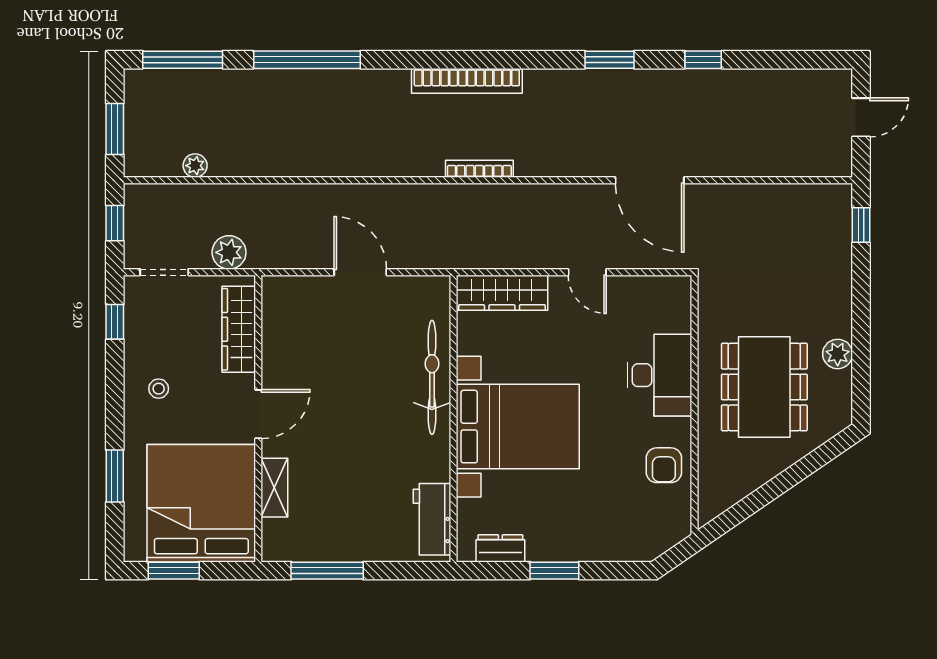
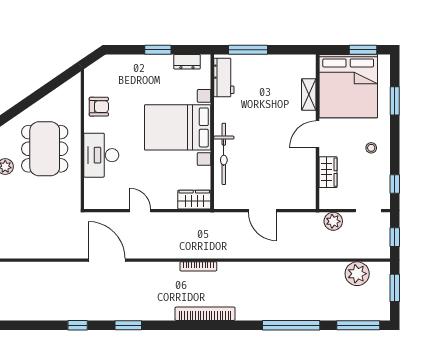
plant: (195, 166) -> (357, 274), width x1.87, depth x1.87
wardrobe: (502, 293) -> (194, 200), width x0.67
wardrobe: (239, 329) -> (328, 172), width x0.67
armchair: (664, 465) -> (99, 107), turned 90
window: (327, 571) -> (248, 50), moved

